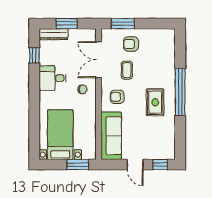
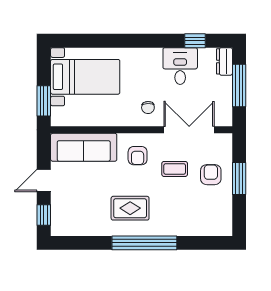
window: (67, 24) -> (239, 85), width x1.44
window: (123, 24) -> (239, 179), moved
dresser: (54, 34) -> (224, 61), width x0.70
desk: (53, 78) -> (180, 66), moved
armchair: (117, 97) -> (138, 156), turned 180

